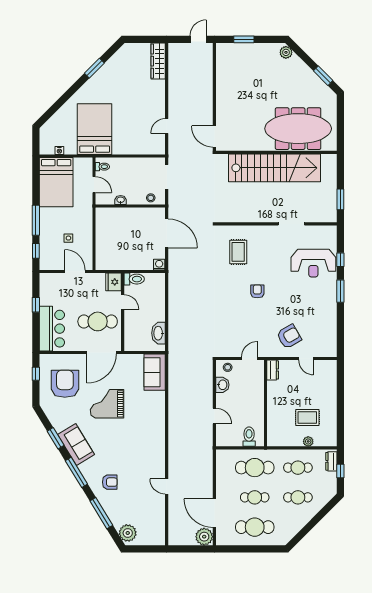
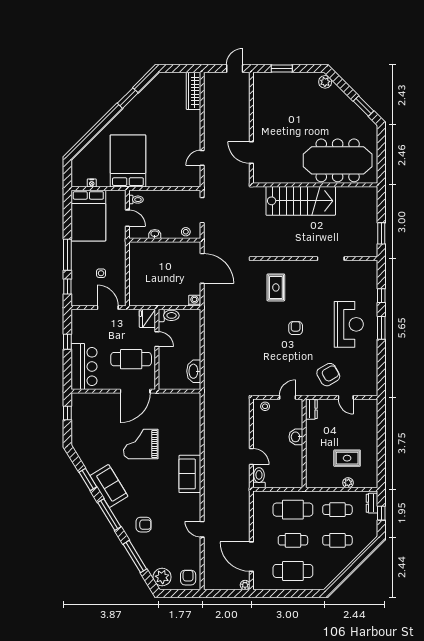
door: (214, 137) -> (251, 153), moved
stairs: (275, 168) -> (301, 201), width x0.73
reception desk: (313, 263) -> (349, 324), moved, turned -90
sofa: (155, 372) -> (190, 474), moved
armchair: (65, 384) -> (188, 578), moved, width x0.53, depth x0.53
washbasin: (222, 385) -> (296, 437), moved, turned 180
toilet: (249, 437) -> (259, 478), moved
plant: (204, 537) -> (245, 585), width x0.53, depth x0.53

